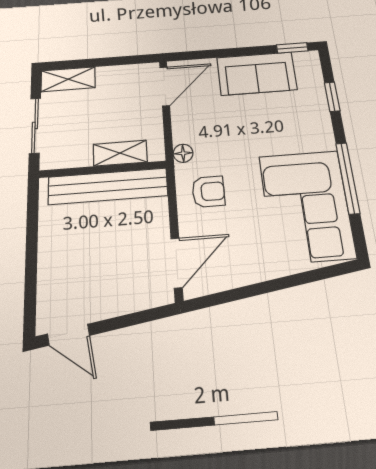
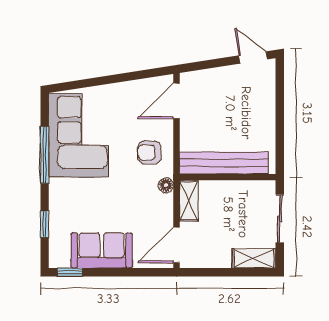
shelving: (120, 153) -> (189, 201), moved, turned 90

